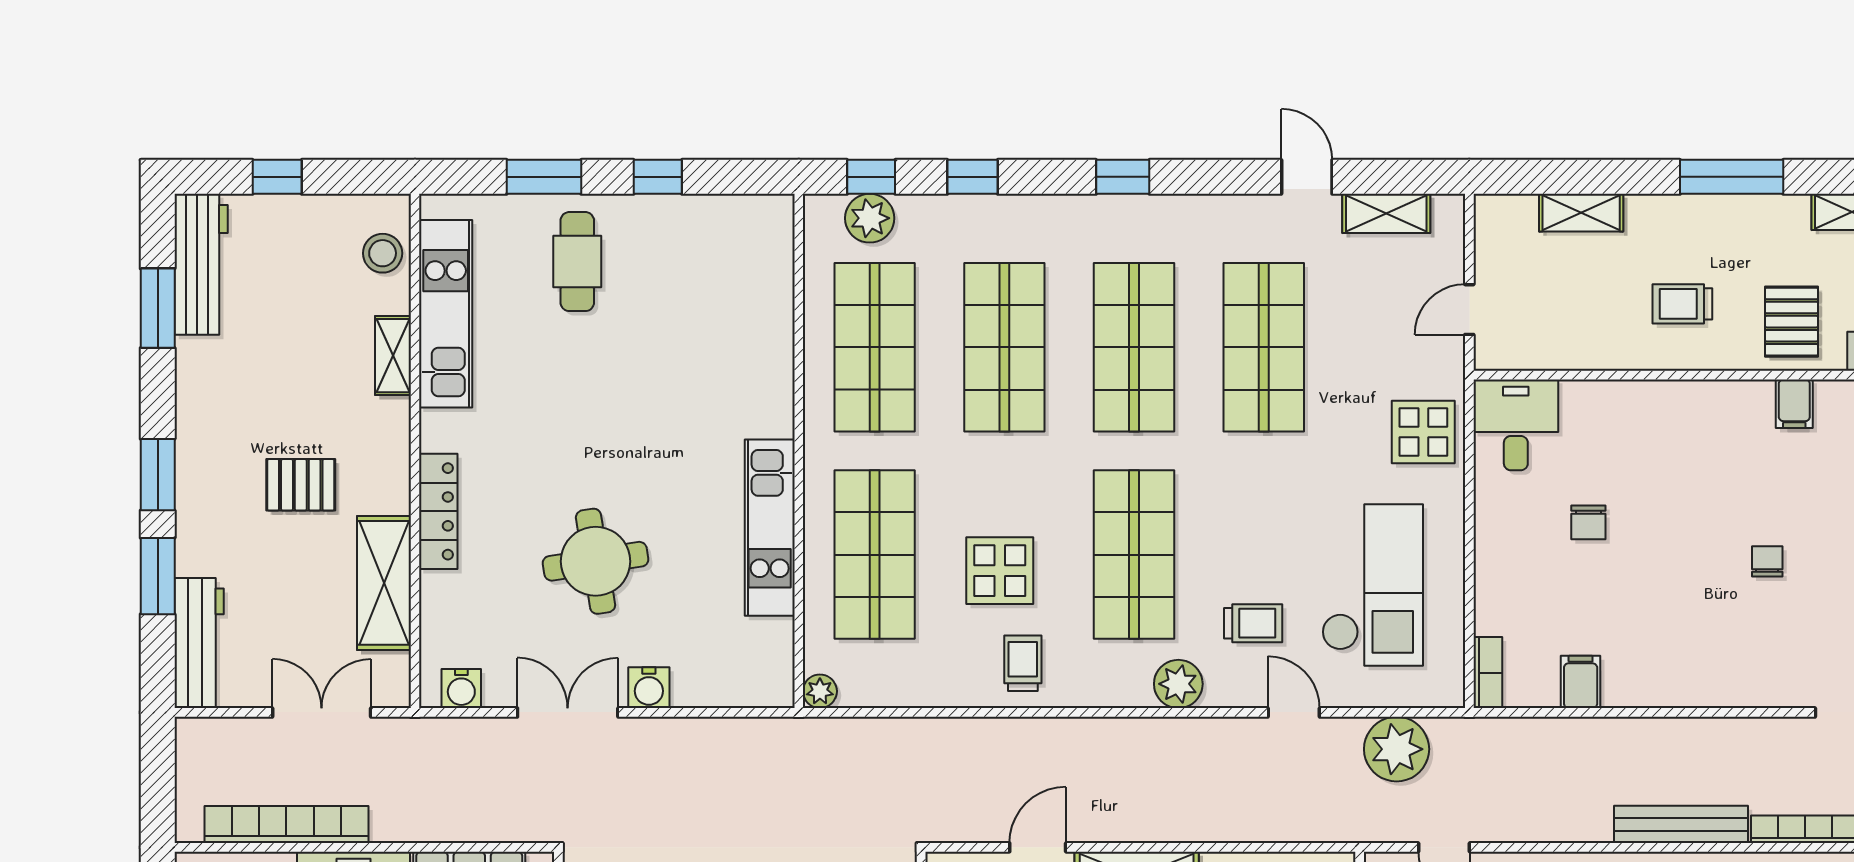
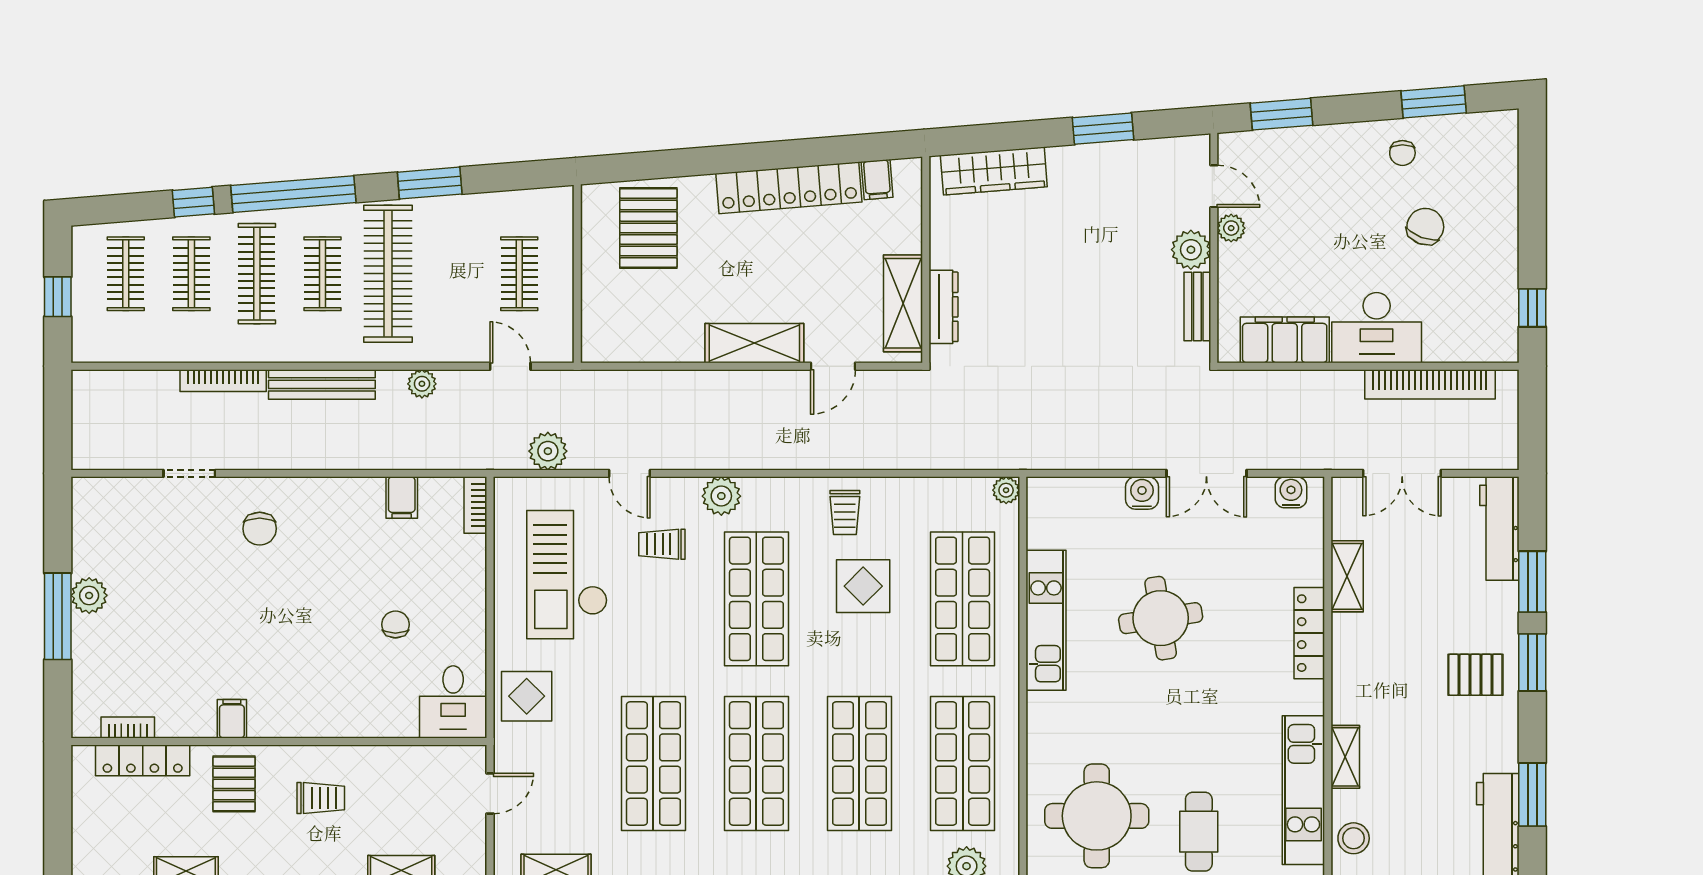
round table: (706, 281) -> (1097, 816), added
pallet: (301, 485) -> (1475, 675), moved
round table: (596, 561) -> (1161, 618), moved
chair: (1767, 561) -> (260, 529), moved, width x1.37, depth x1.37
shelving: (384, 583) -> (1347, 576), width x0.67, depth x0.75
plant: (1397, 749) -> (548, 451), width x0.73, depth x0.73
plant: (1555, 825) -> (422, 384), added

